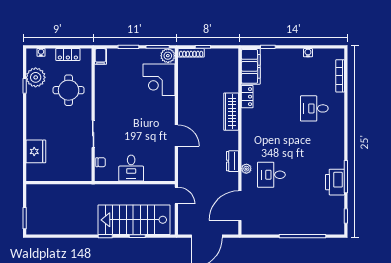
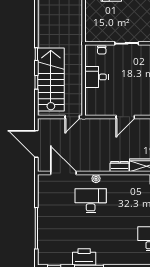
dresser: (233, 161) -> (120, 167), moved
desk: (271, 175) -> (91, 201), width x1.37

